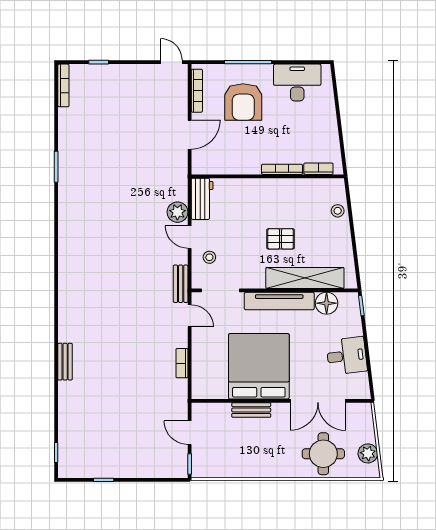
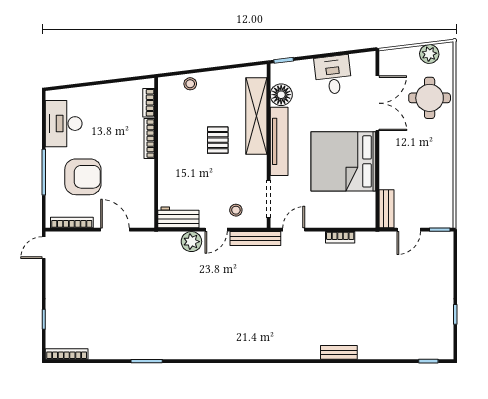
bench: (181, 284) -> (255, 238), width x1.36
bench: (251, 410) -> (386, 209), moved

